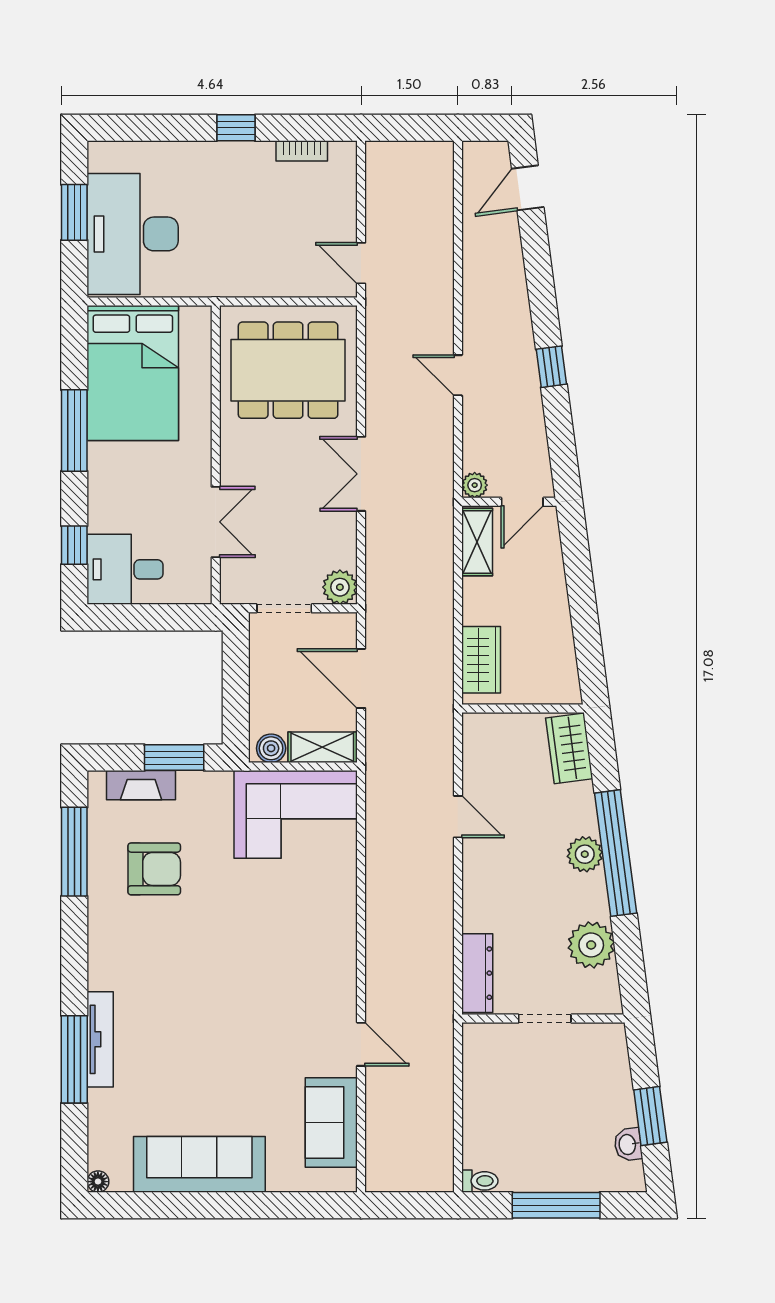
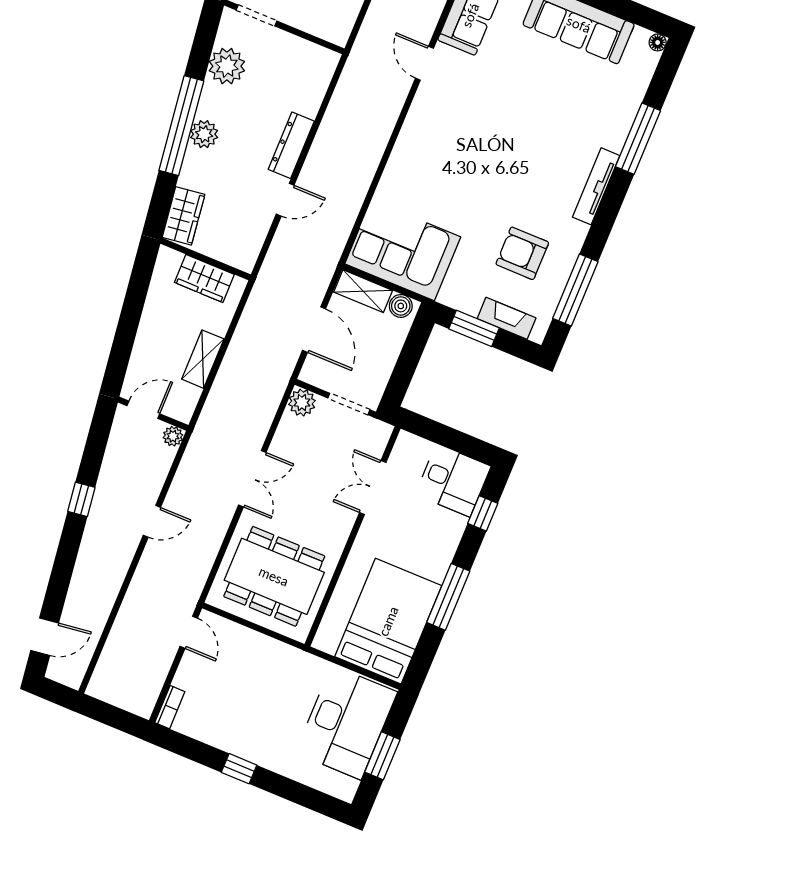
bookcase: (302, 151) -> (170, 707), moved, turned 90
door: (458, 375) -> (152, 521), hinge flipped
shelving: (477, 542) -> (203, 359), moved
wardrobe: (481, 660) -> (204, 278), moved, turned -90
door: (458, 817) -> (285, 200), swing flipped
dresser: (477, 973) -> (291, 145), moved
doorway: (545, 1019) -> (256, 15), moved
tv unit: (100, 1039) -> (596, 186), moved

